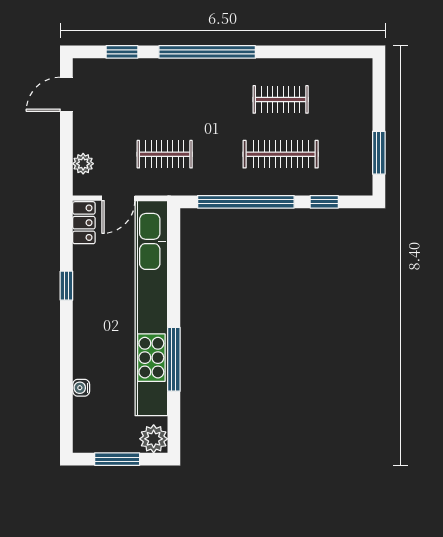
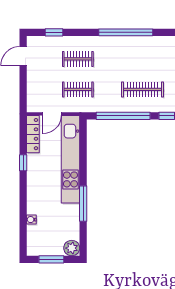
window: (207, 52) -> (126, 32), moved
clothes rail: (281, 99) -> (78, 59), moved
plant: (83, 164) -> (32, 95), removed
locker: (84, 223) -> (33, 134), width x1.53
kitchen unit: (151, 308) -> (70, 159), width x0.73

